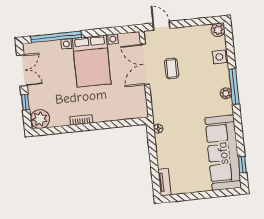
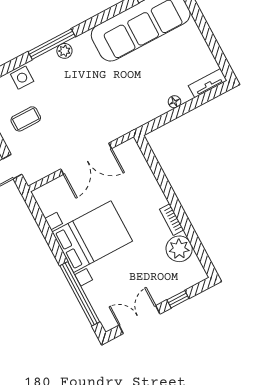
double door: (145, 64) -> (86, 159), moved
coffee table: (172, 68) -> (26, 119), moved
plant: (40, 119) -> (179, 249), moved
floor lamp: (158, 129) -> (174, 102), moved

